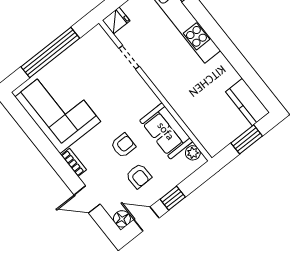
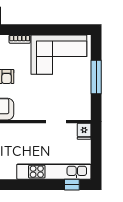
window: (50, 52) -> (96, 77), width x0.68

